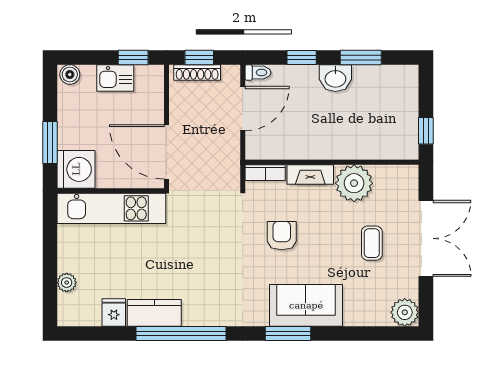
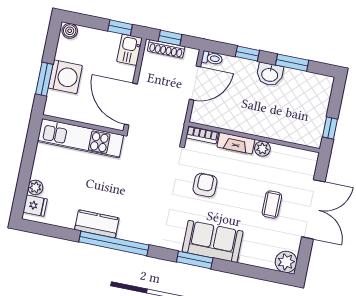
kitchen sink: (115, 78) -> (130, 50), moved, turned 90
washing machine: (76, 169) -> (65, 77), moved
plant: (354, 183) -> (262, 149), width x0.53, depth x0.53
fridge: (114, 312) -> (35, 206), moved, turned 90

